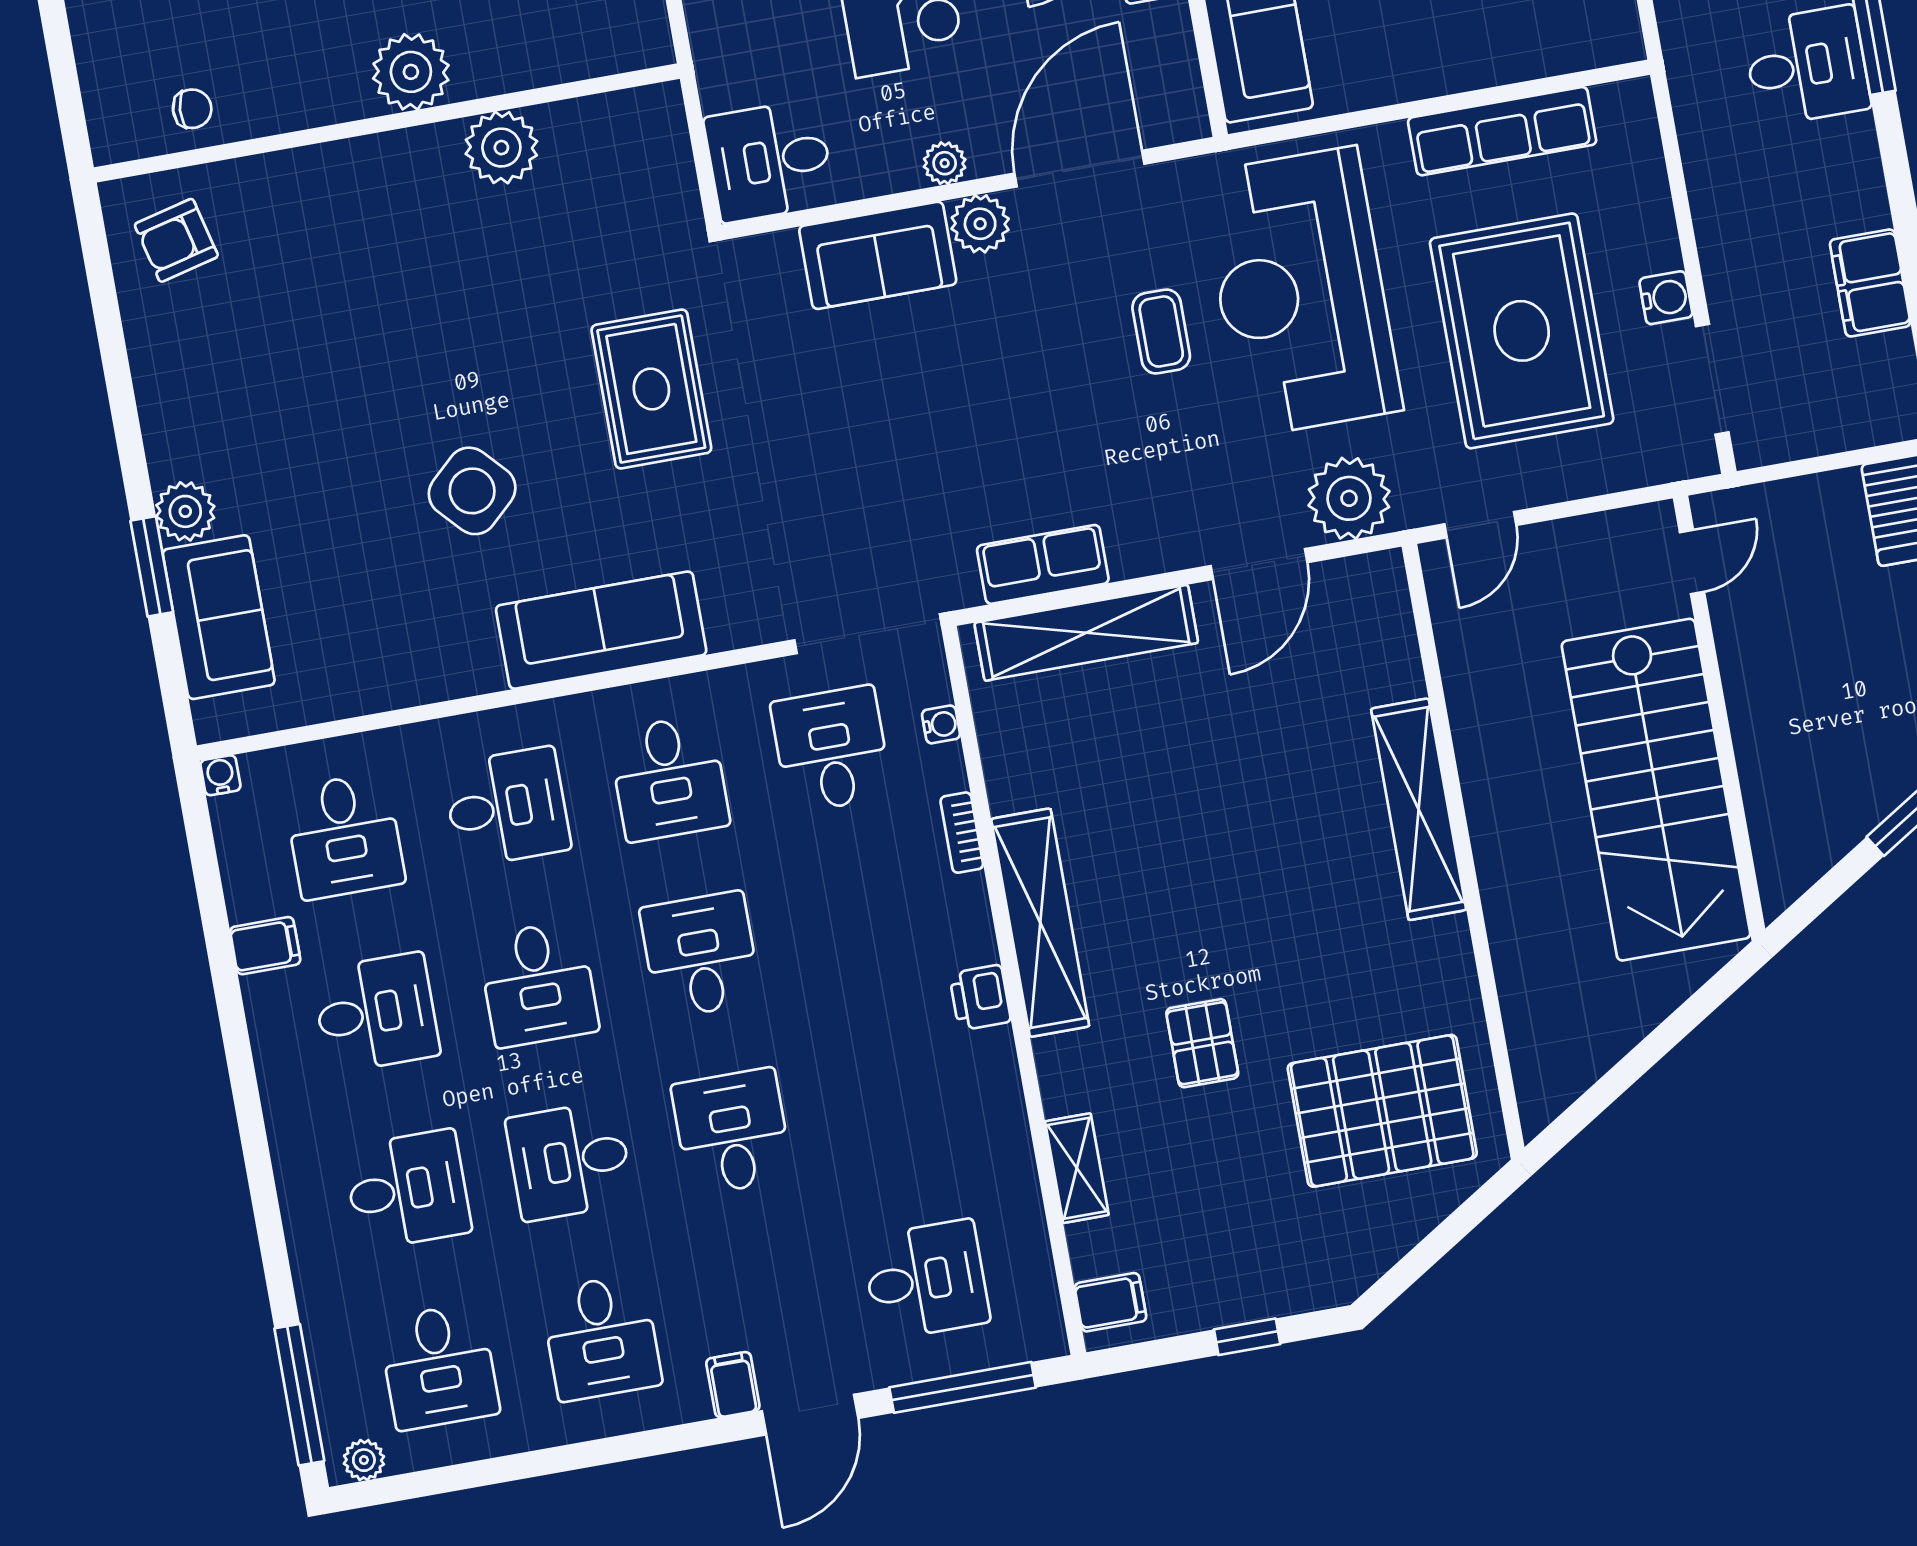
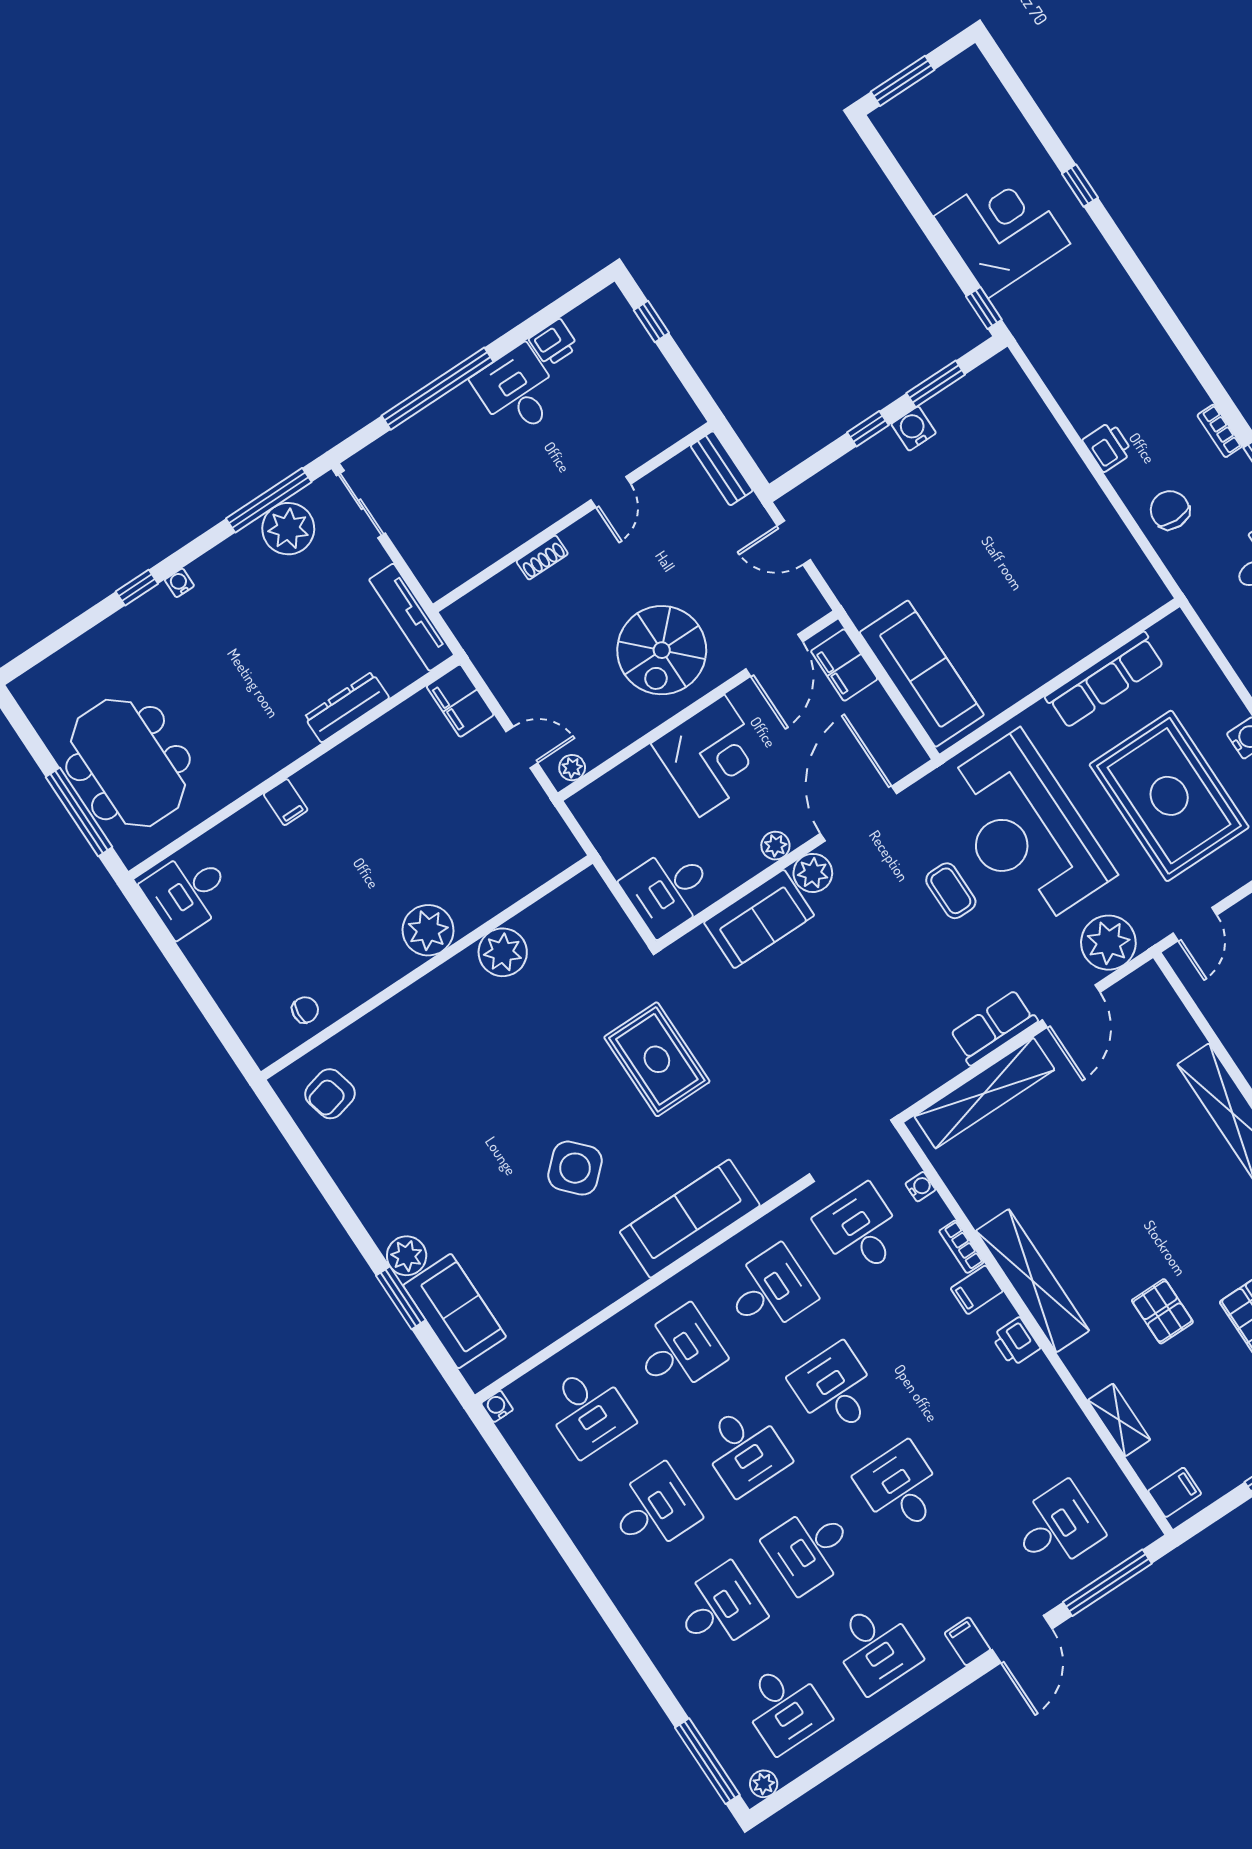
row of seats: (1043, 564) -> (994, 1028), moved
desk: (669, 778) -> (770, 1291), turned -90
filing cabinet: (265, 946) -> (977, 1290), moved, turned 180

